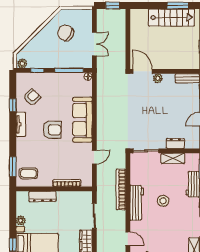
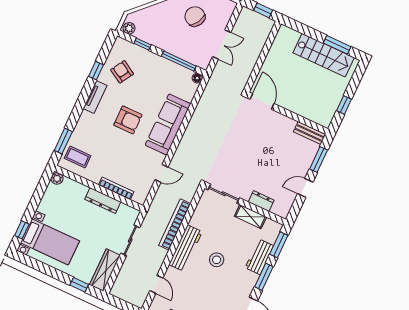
plant: (158, 78) -> (276, 117), removed
armchair: (32, 97) -> (122, 72), turned -104
dresser: (42, 196) -> (103, 201), moved
plant: (21, 221) -> (57, 178), moved

